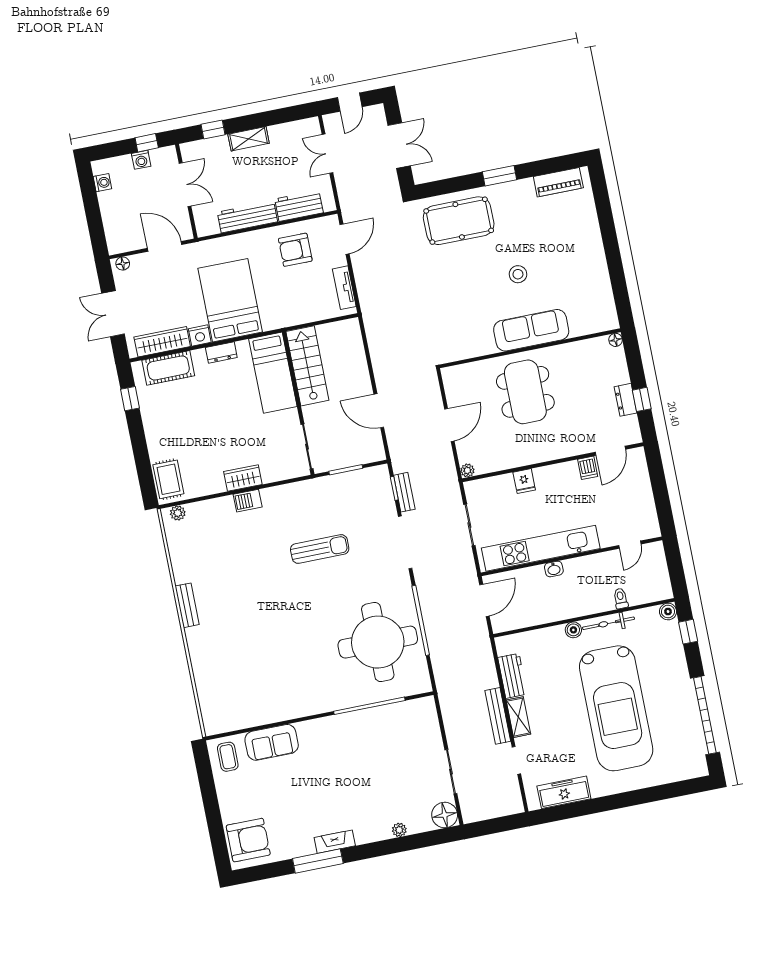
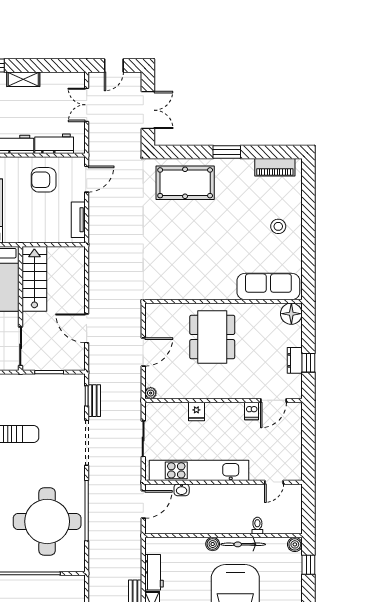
stool: (518, 274) -> (278, 226), moved
sofa: (531, 330) -> (268, 287), moved
floor lamp: (616, 340) -> (291, 314), width x1.89, depth x1.89
washbasin: (554, 569) -> (182, 490), moved

